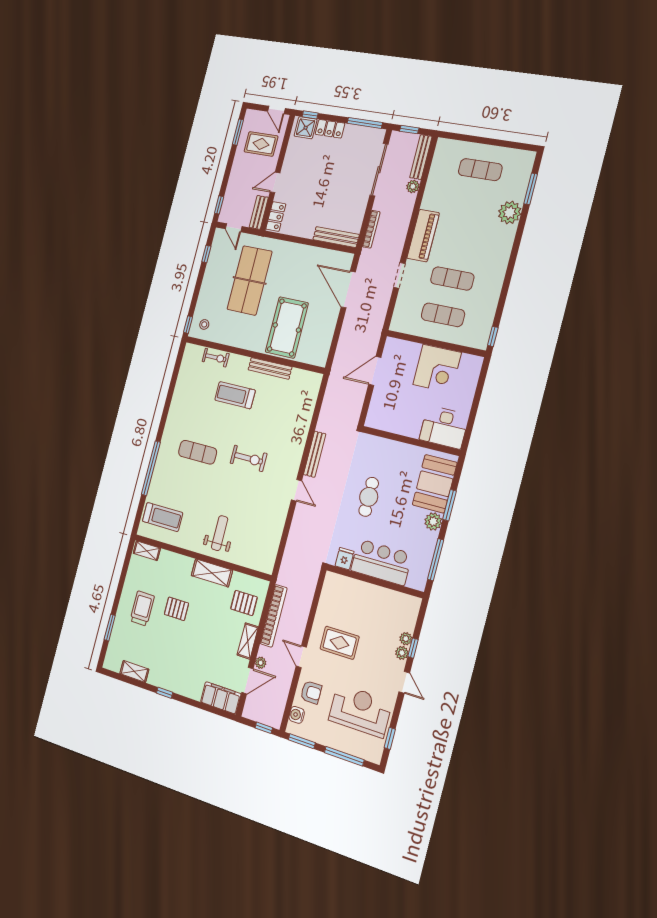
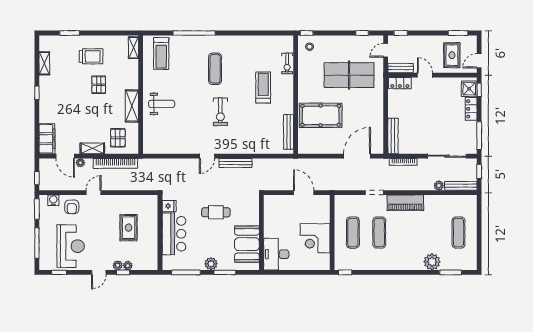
bench: (270, 368) -> (289, 132), moved
booth: (435, 484) -> (247, 244), moved, turned 90
rug: (340, 643) -> (129, 228), moved

